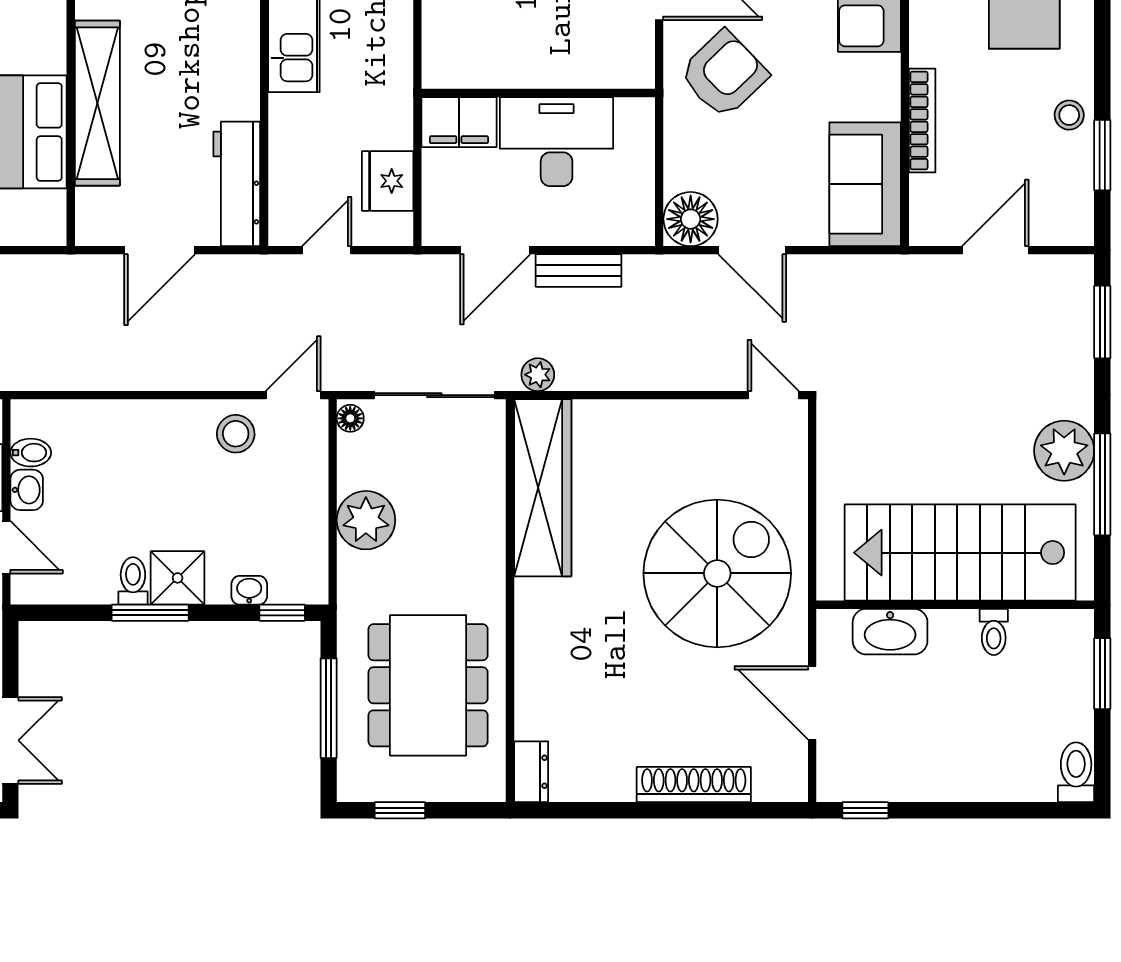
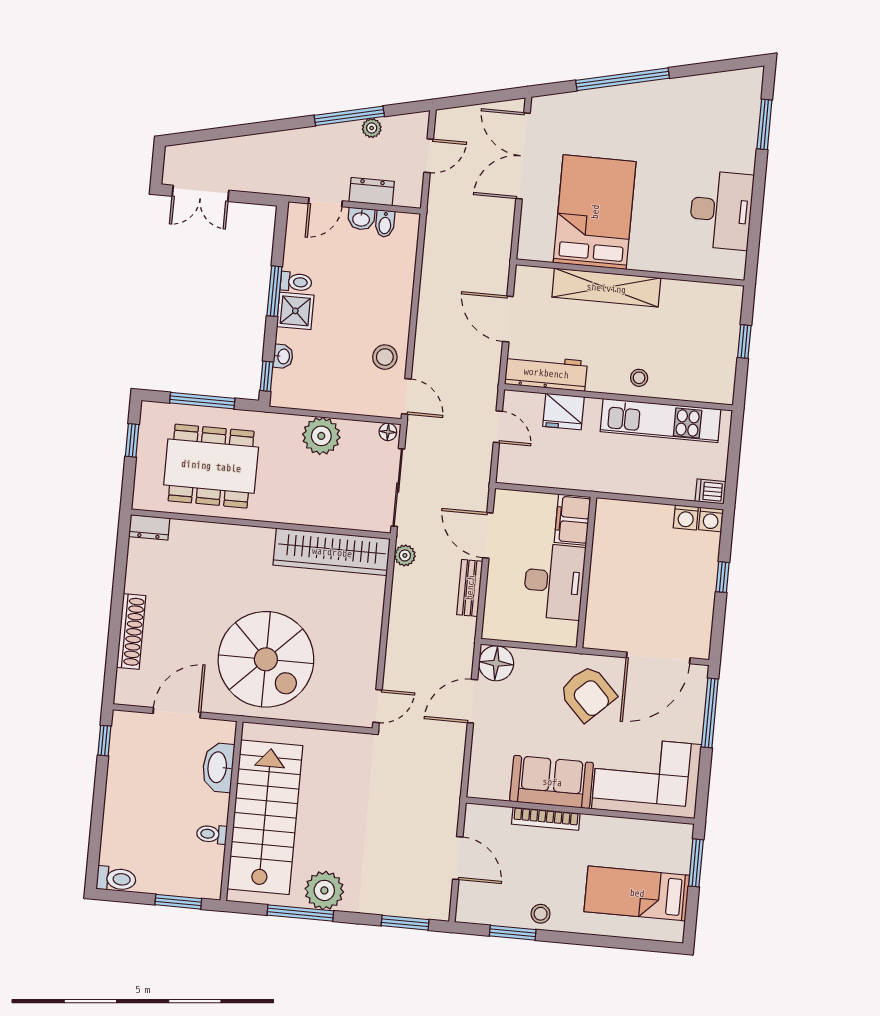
stool: (231, 40) -> (639, 378), added
fridge: (388, 181) -> (564, 411), moved, turned 180
sofa: (865, 184) -> (552, 782), moved

